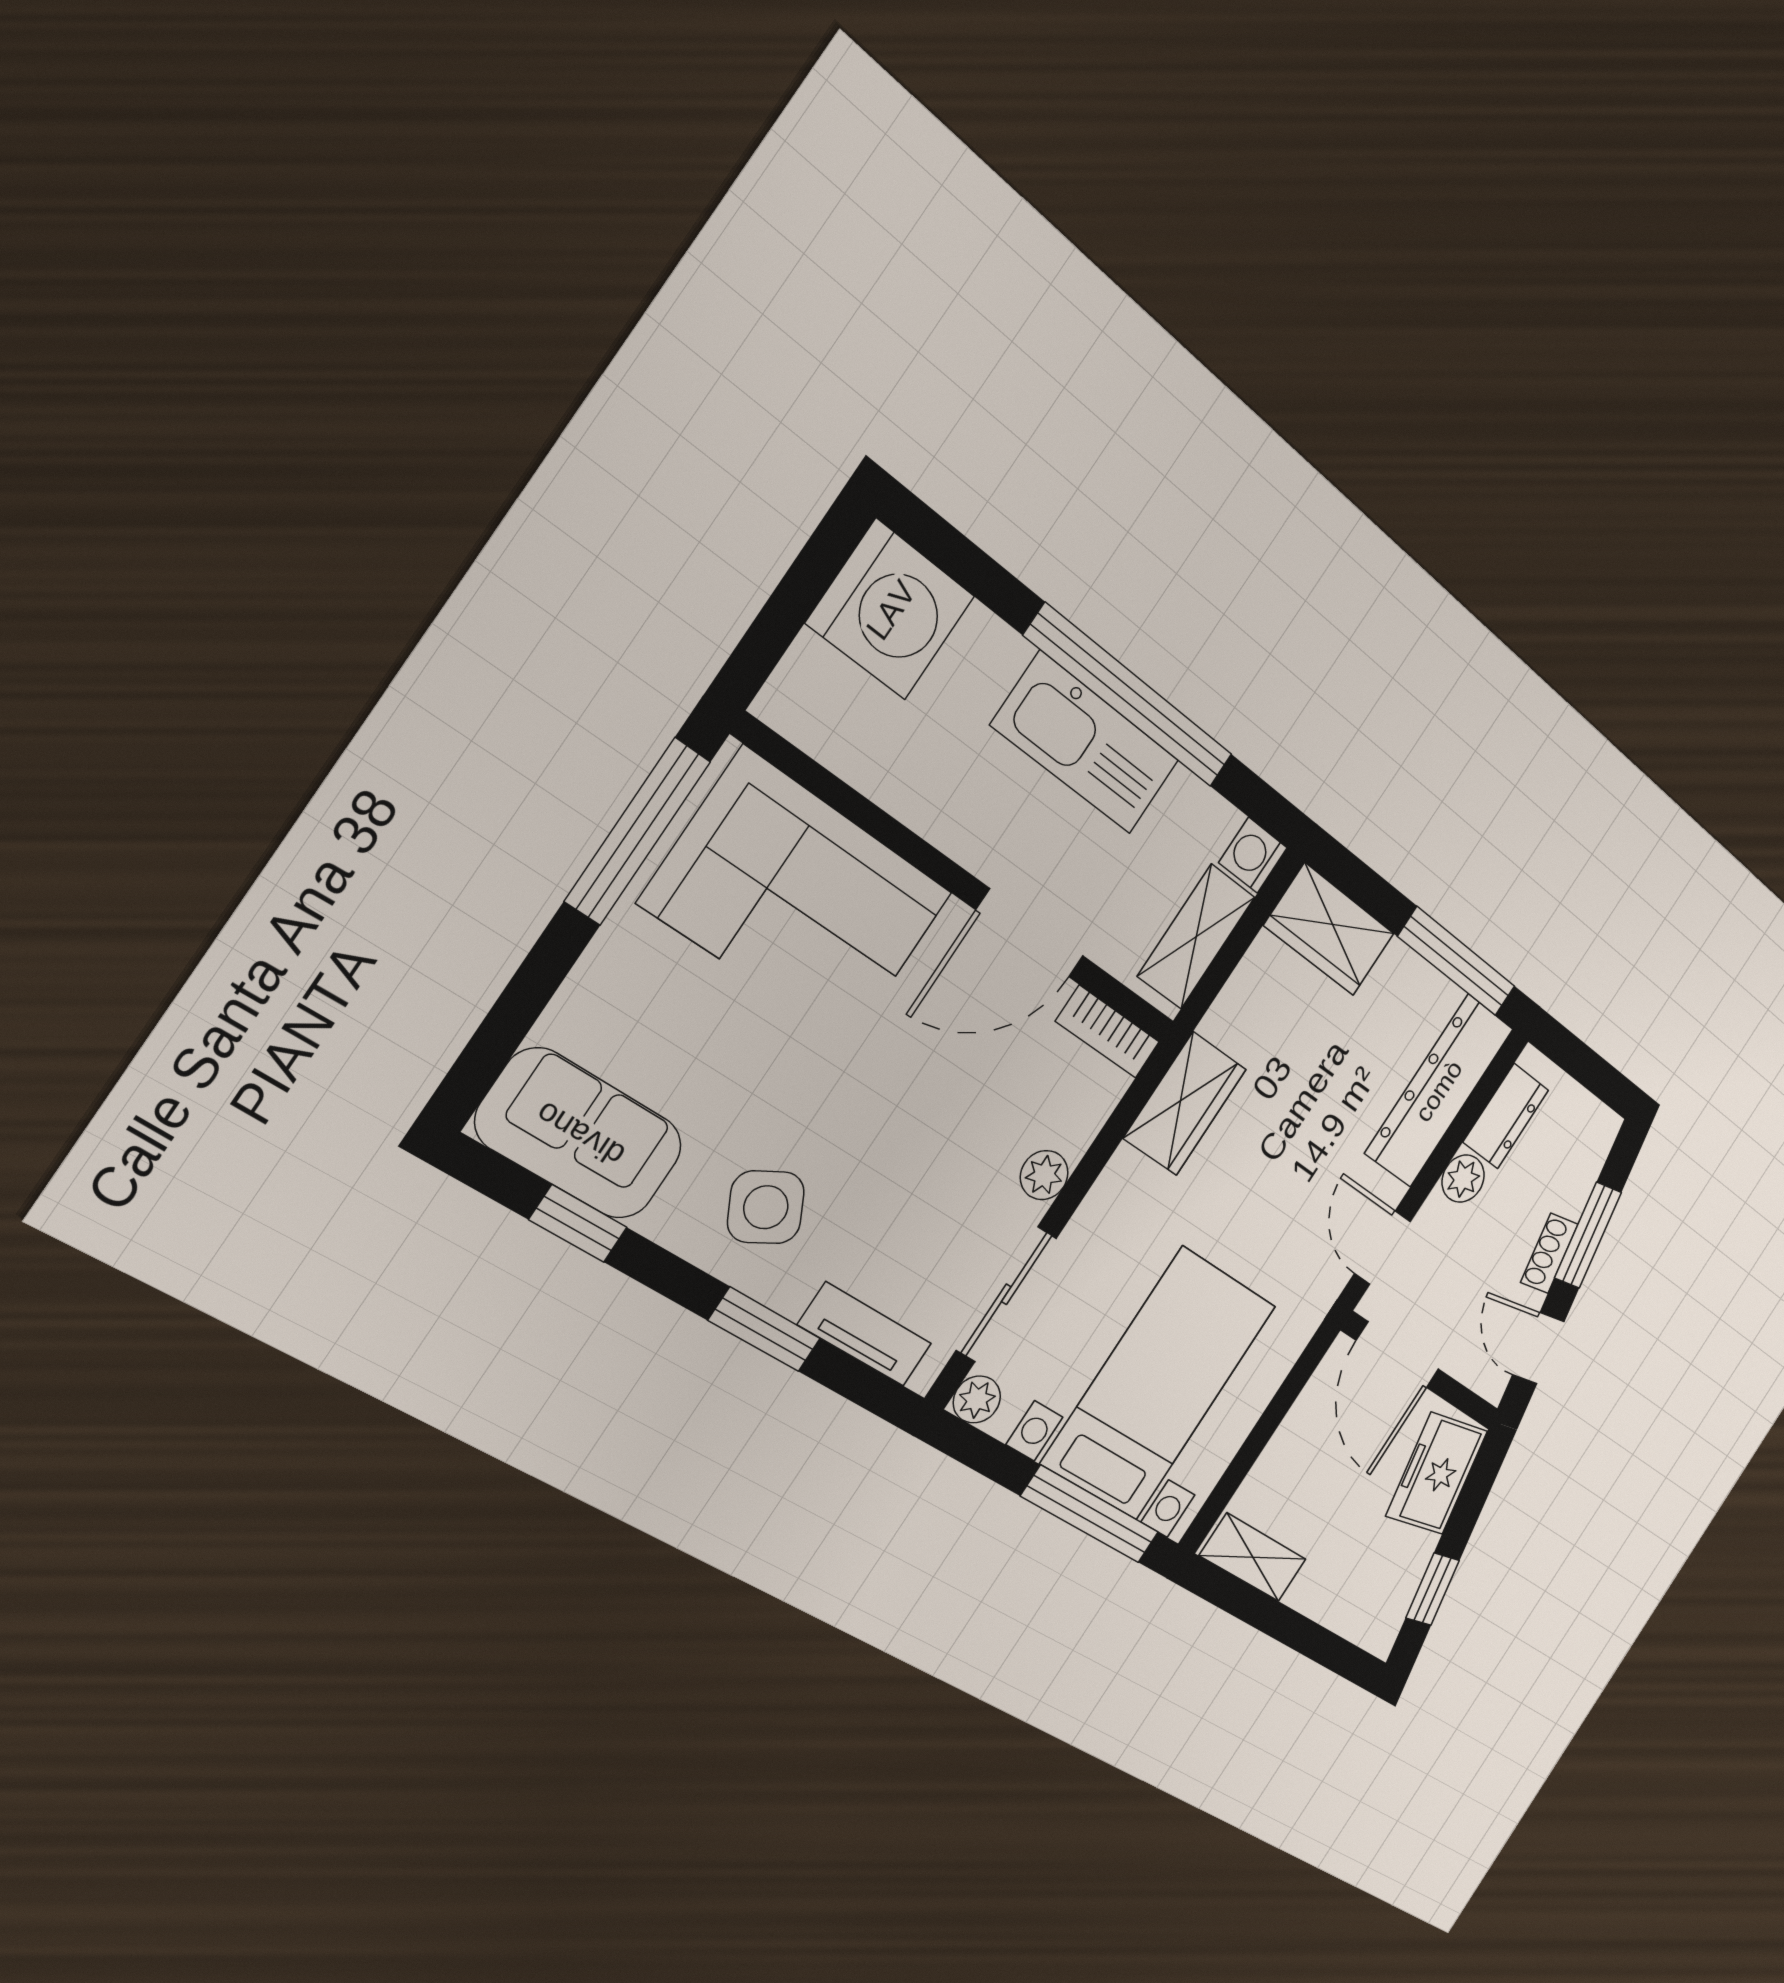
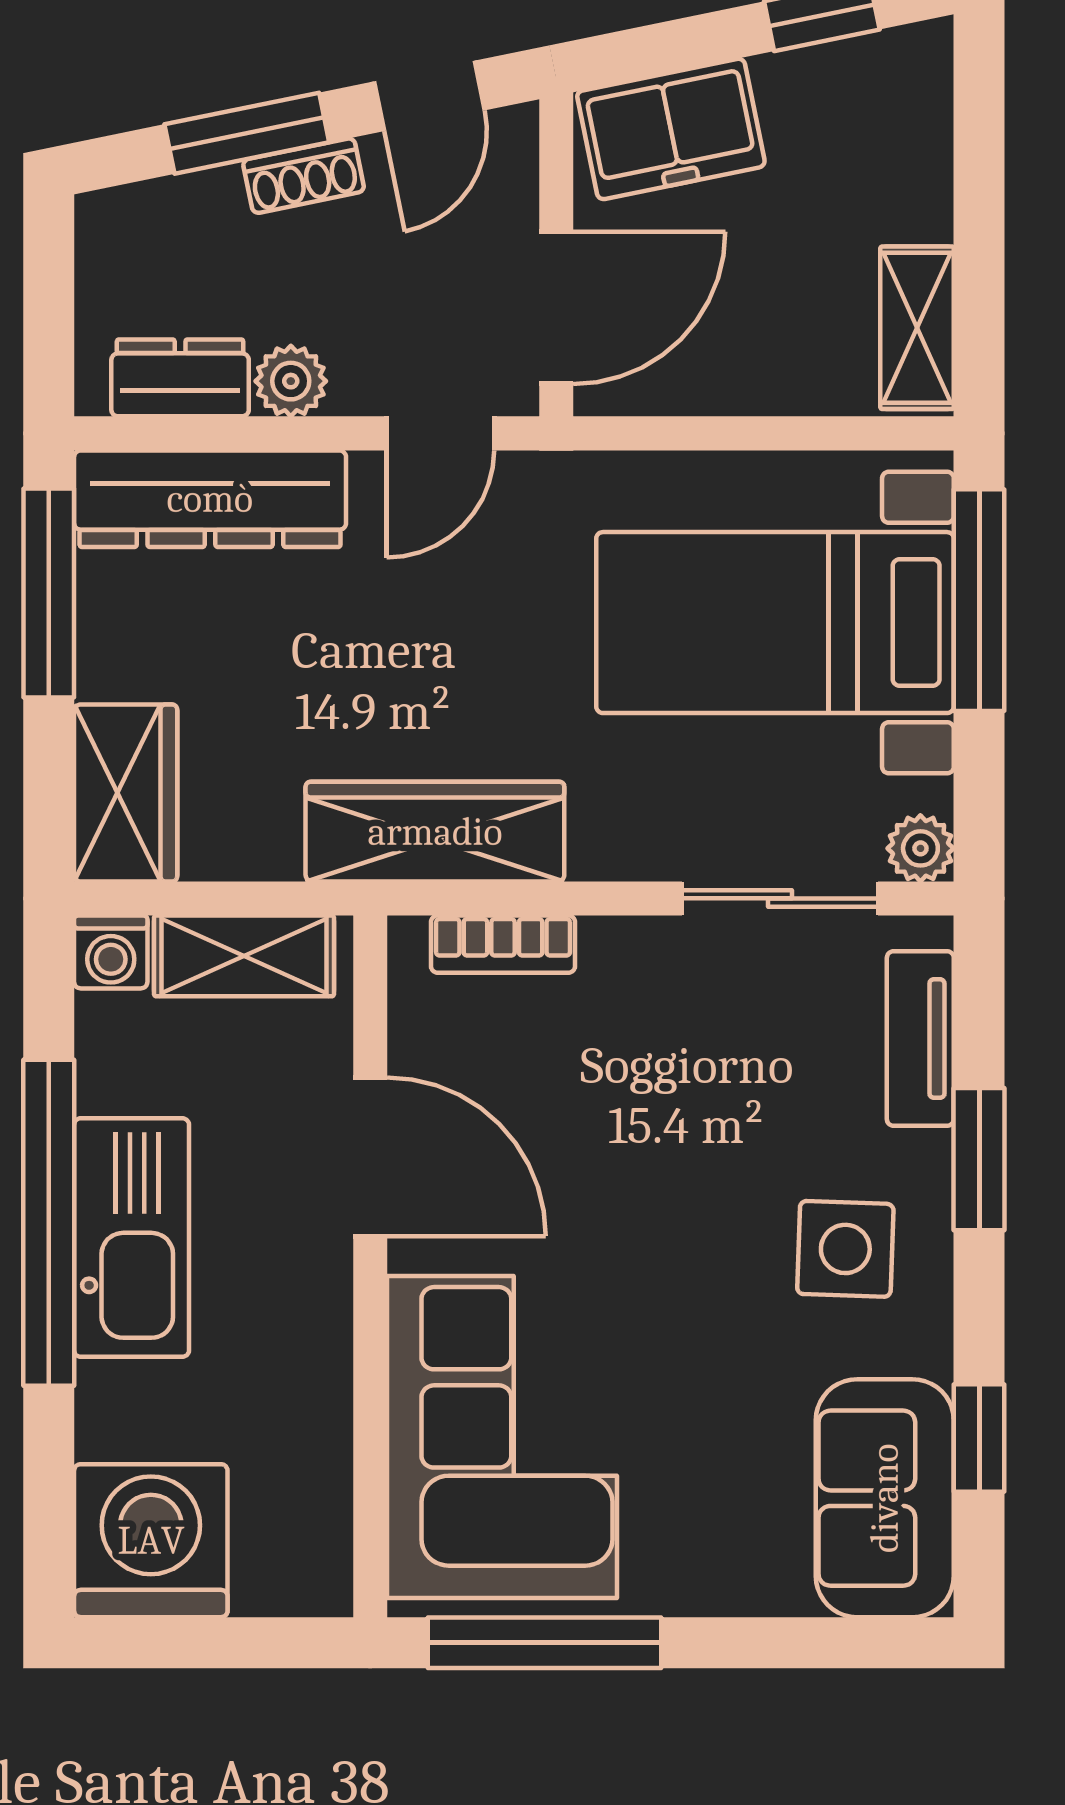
bookcase: (1108, 1032) -> (503, 944), moved, turned 90
wardrobe: (1185, 1104) -> (435, 832), width x1.50
plant: (1044, 1175) -> (620, 949), removed
side table: (766, 1207) -> (845, 1249), turned 30

